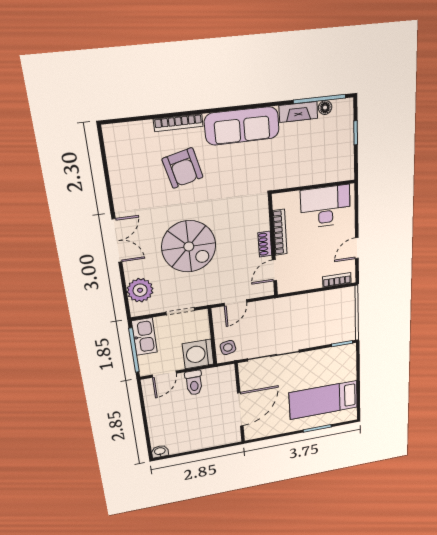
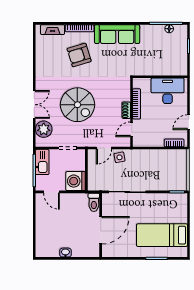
fireplace: (298, 112) -> (53, 30), moved
armchair: (183, 168) -> (79, 55), turned 87
double door: (117, 241) -> (34, 105), moved
side table: (228, 347) -> (120, 157), moved
door: (164, 374) -> (52, 192), hinge flipped
toilet: (194, 383) -> (94, 202), moved
washbasin: (160, 451) -> (65, 253), moved

